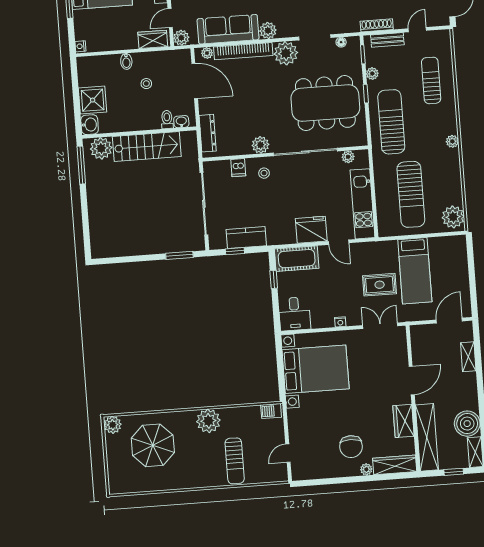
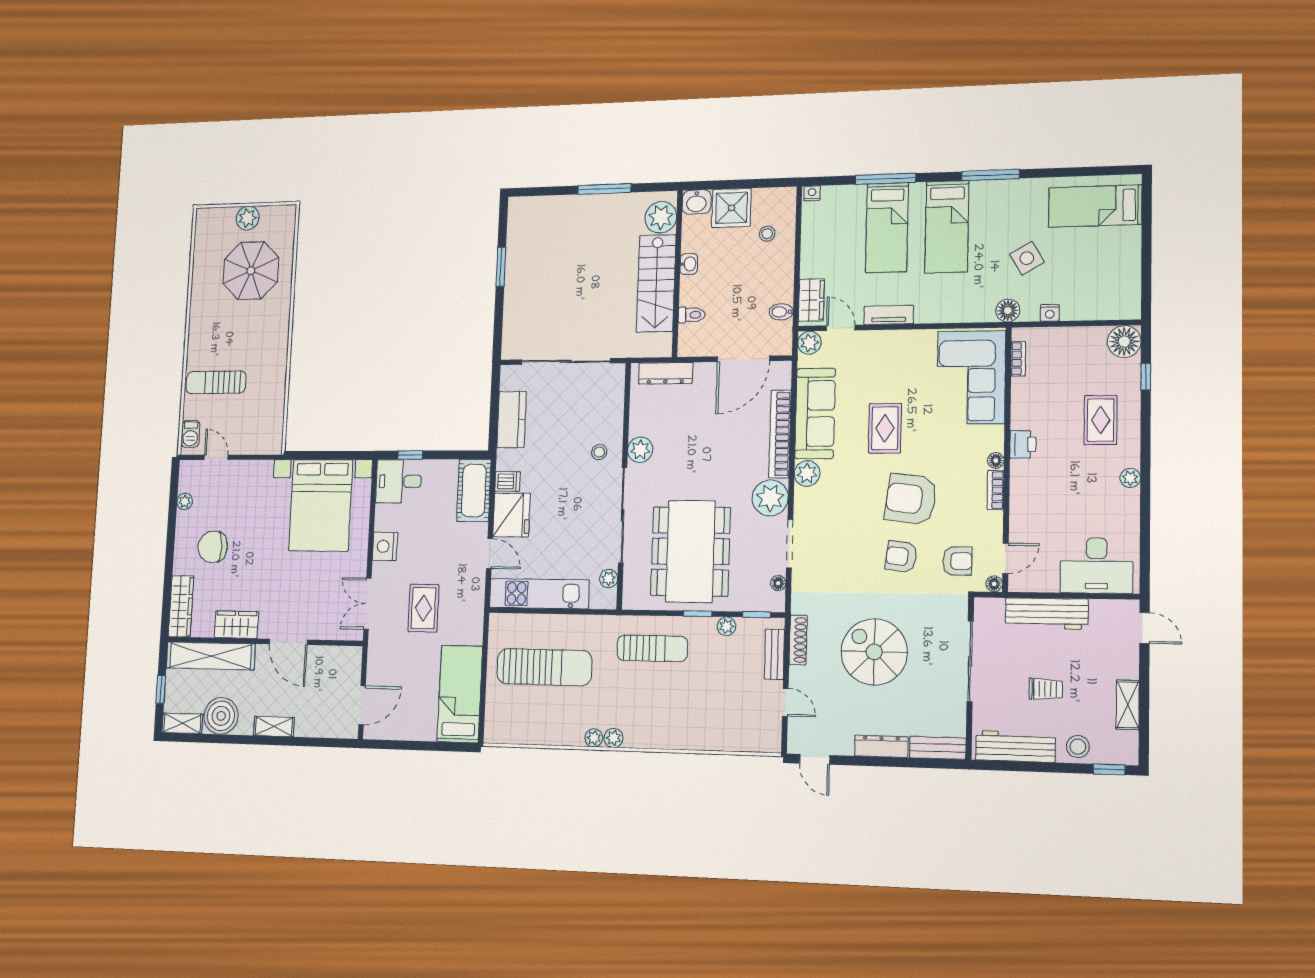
plant: (207, 53) -> (783, 380), removed
bidet: (126, 61) -> (781, 312), moved
sun lounger: (431, 80) -> (707, 715), removed
stool: (146, 84) -> (767, 234), moved
washbasin: (181, 122) -> (689, 264), moved
sun lounger: (391, 122) -> (652, 648), width x0.73, depth x0.75
window: (81, 165) -> (604, 189), moved
dishwasher: (238, 168) -> (507, 481), moved, turned 180
sun lounger: (411, 194) -> (544, 667), turned 180
plant: (453, 217) -> (594, 738), moved, width x0.53, depth x0.53
door: (339, 242) -> (489, 554), swing flipped
window: (235, 251) -> (495, 402), removed
window: (179, 255) -> (501, 267), moved
bed: (415, 271) -> (460, 694), moved, turned 90
window: (274, 279) -> (410, 455), moved
door: (449, 320) -> (362, 705), hinge flipped
nightstand: (340, 322) -> (385, 546), width x1.89, depth x1.79
double door: (380, 326) -> (367, 604), swing flipped
shelving: (468, 357) -> (274, 726), moved
barbecue: (271, 411) -> (190, 434), moved, turned 180
plant: (208, 421) -> (272, 349), removed
plant: (113, 425) -> (248, 218), moved
plant: (366, 469) -> (185, 501), moved

